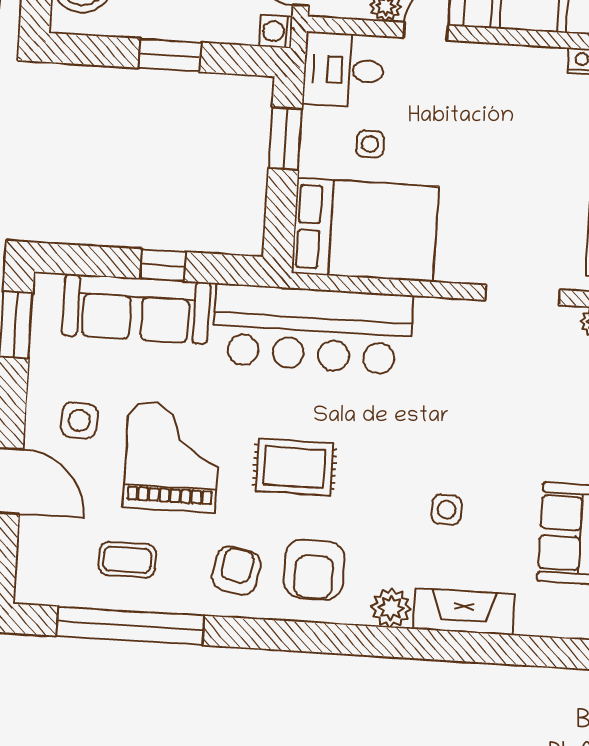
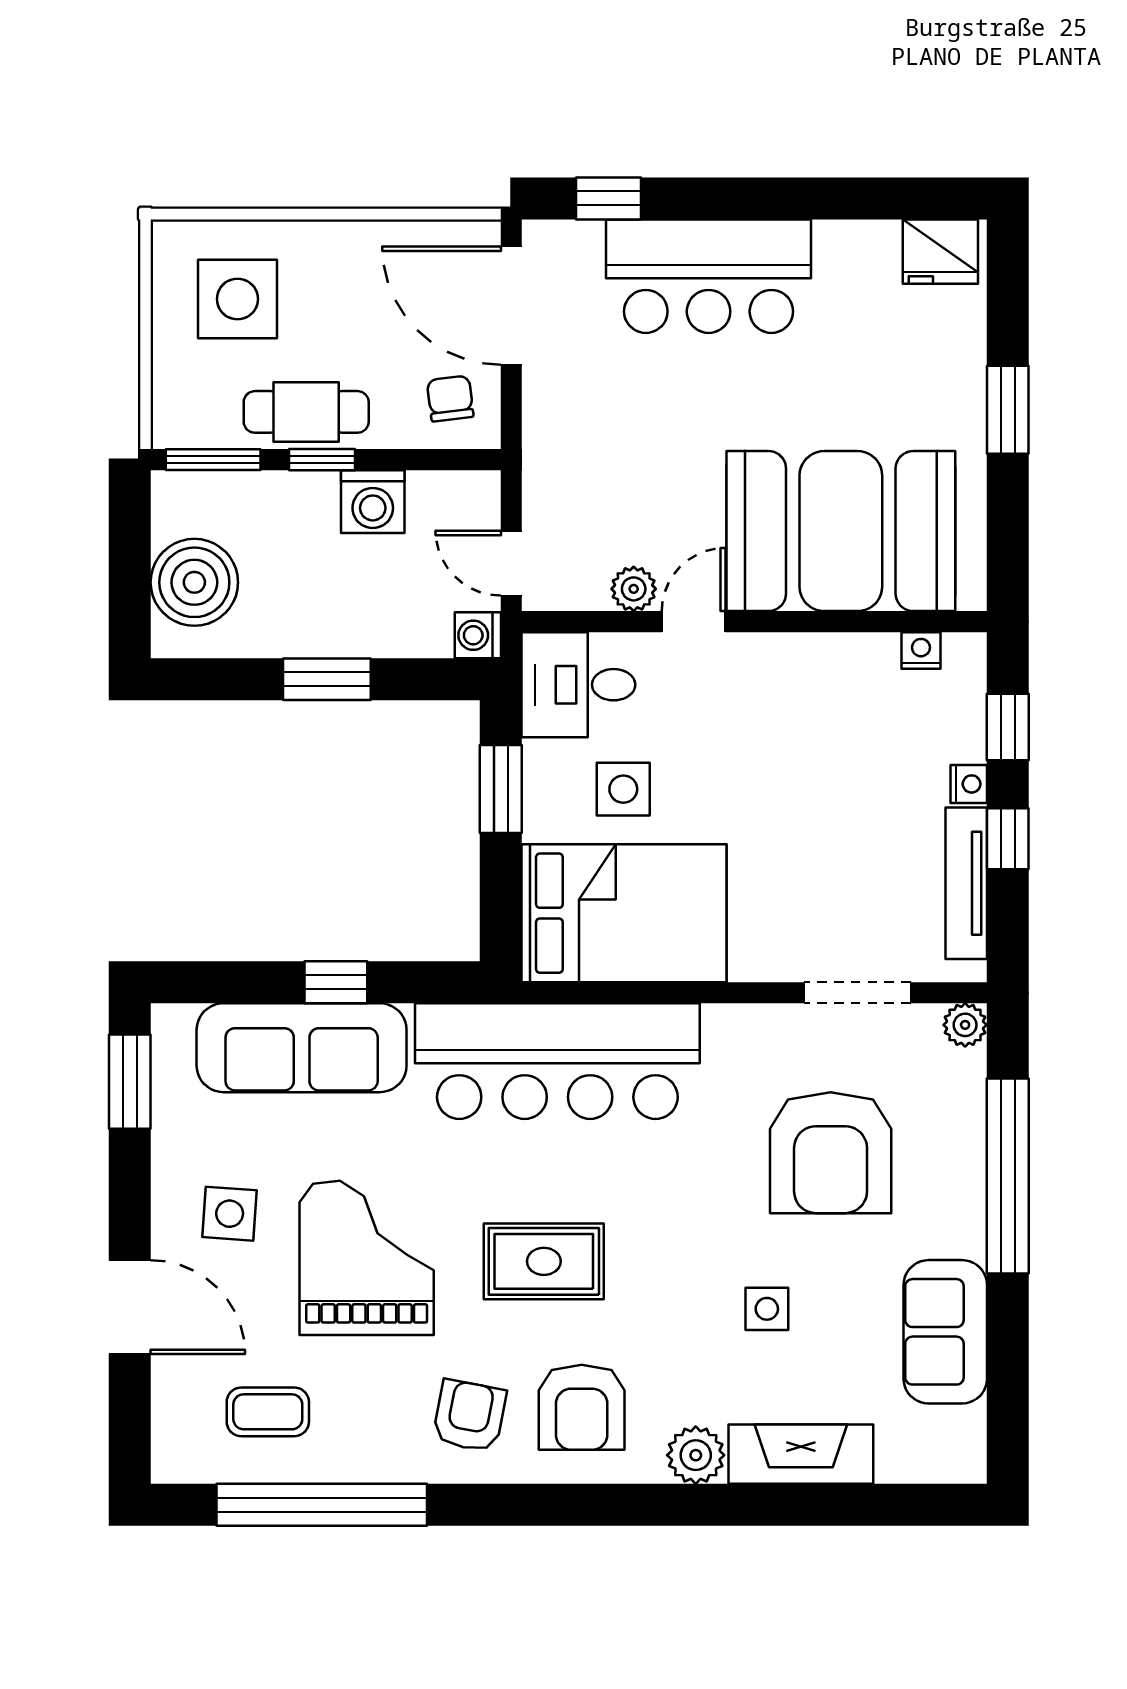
side table: (370, 144) -> (623, 789), width x1.37, depth x1.37
armchair: (497, 404) -> (831, 1153), added
coffee table: (127, 560) -> (268, 1412), moved

